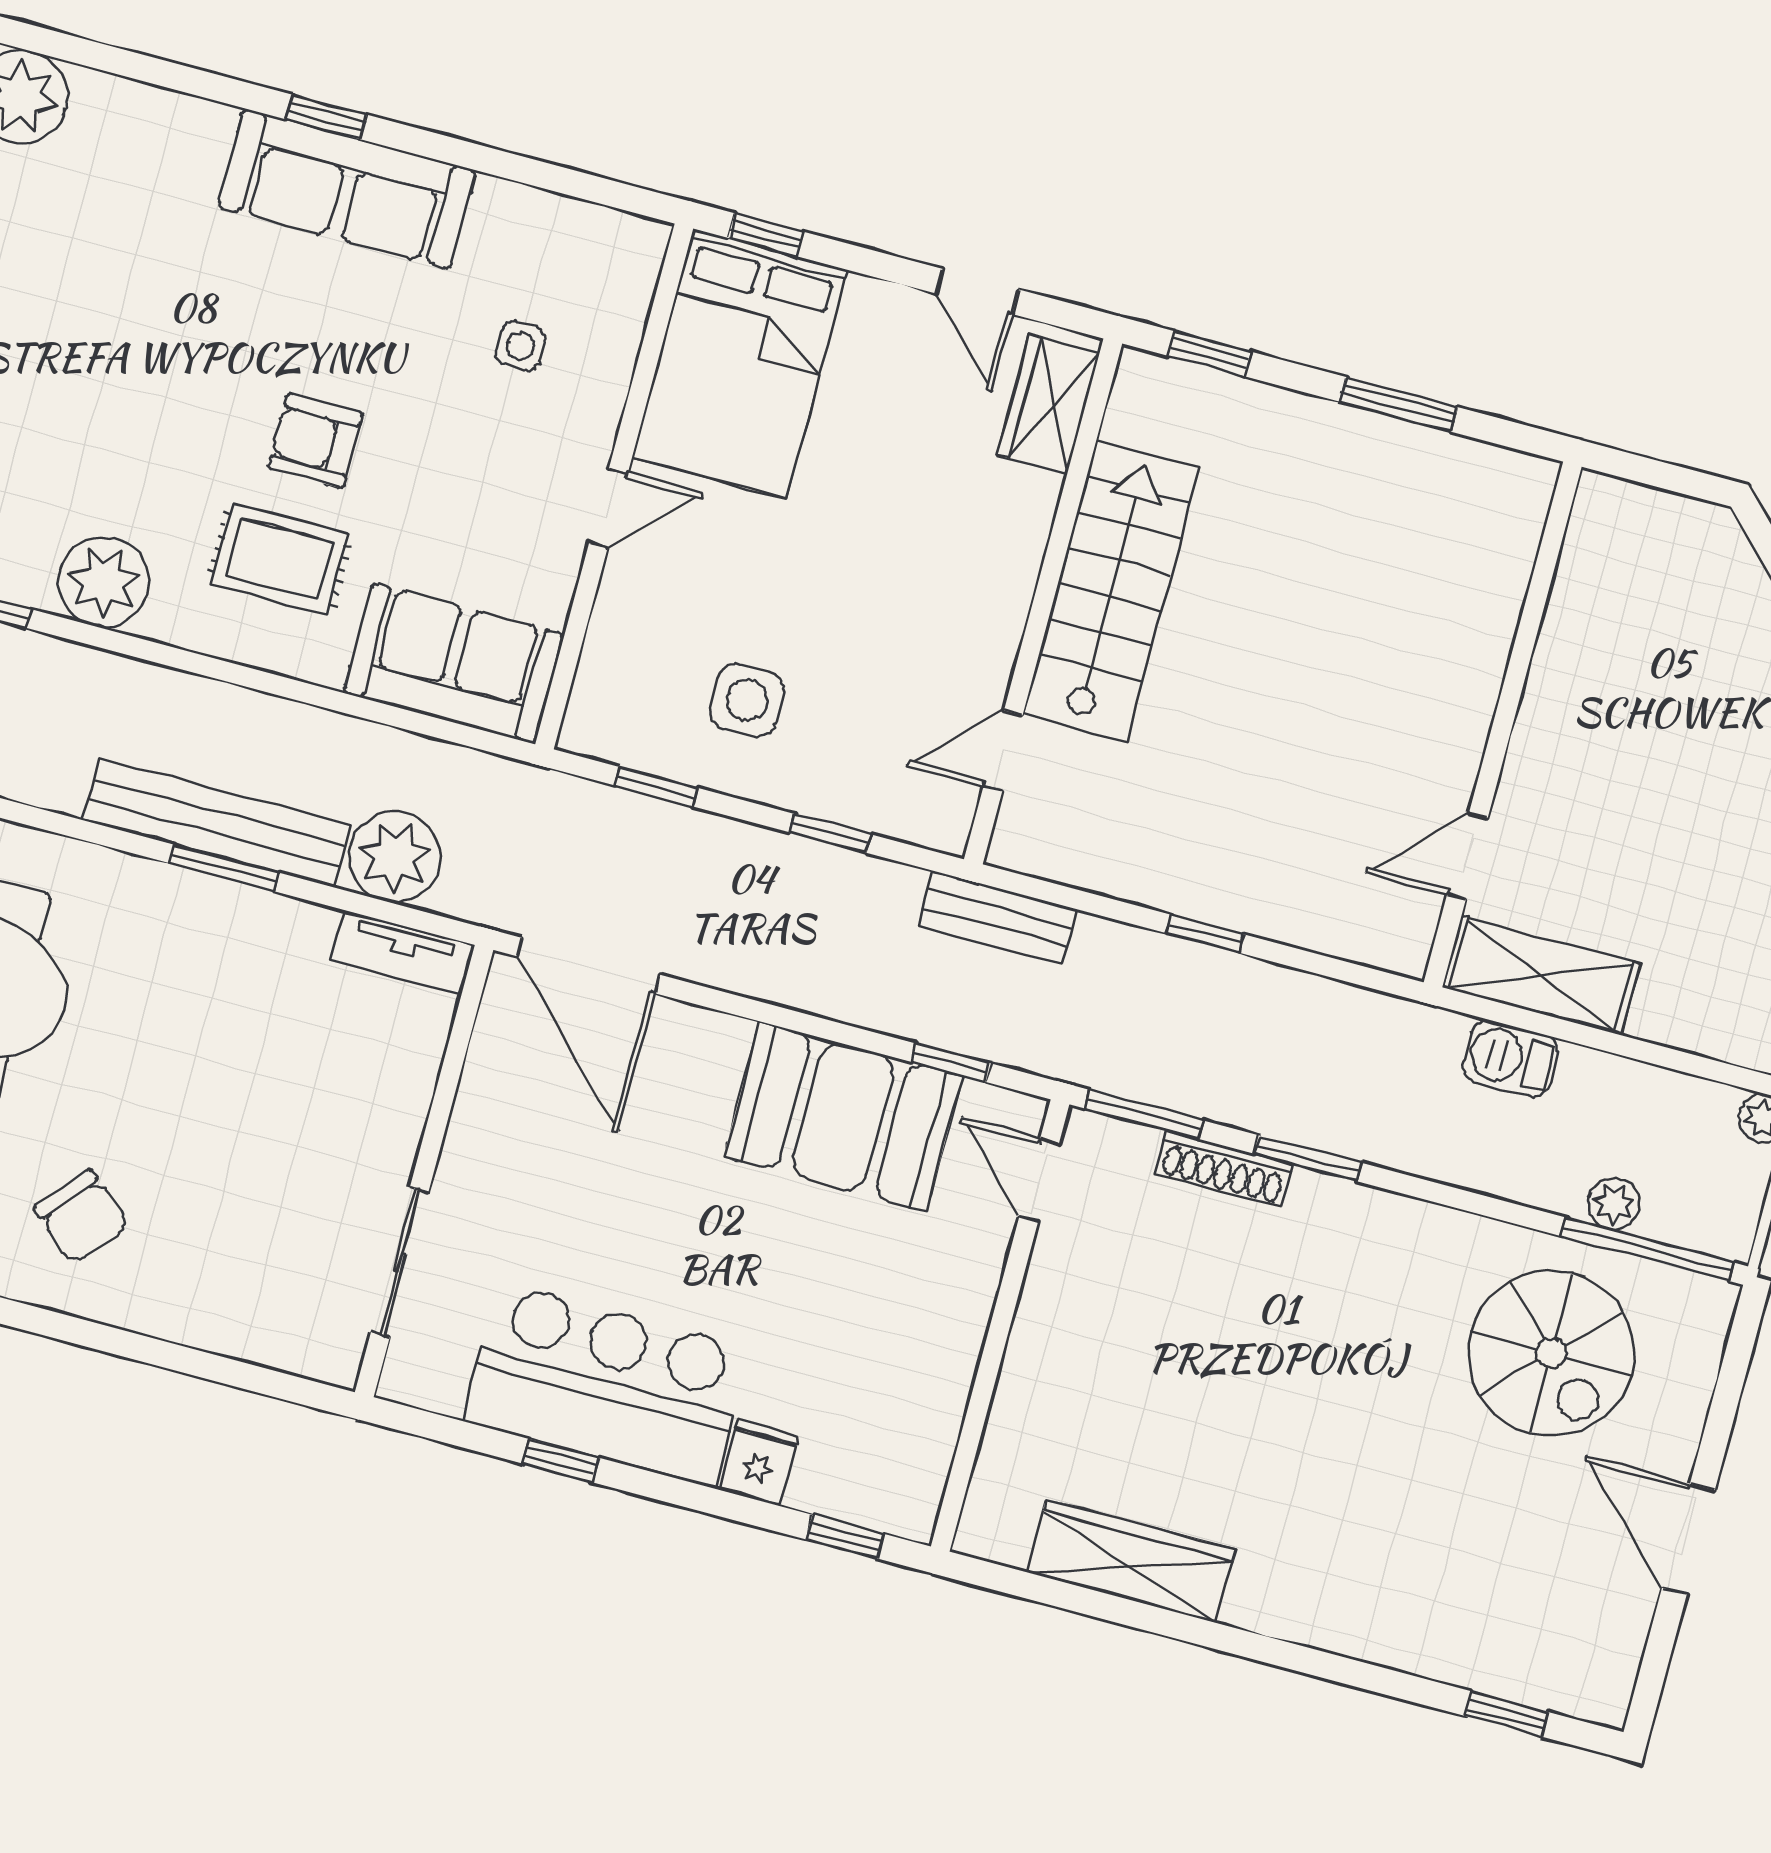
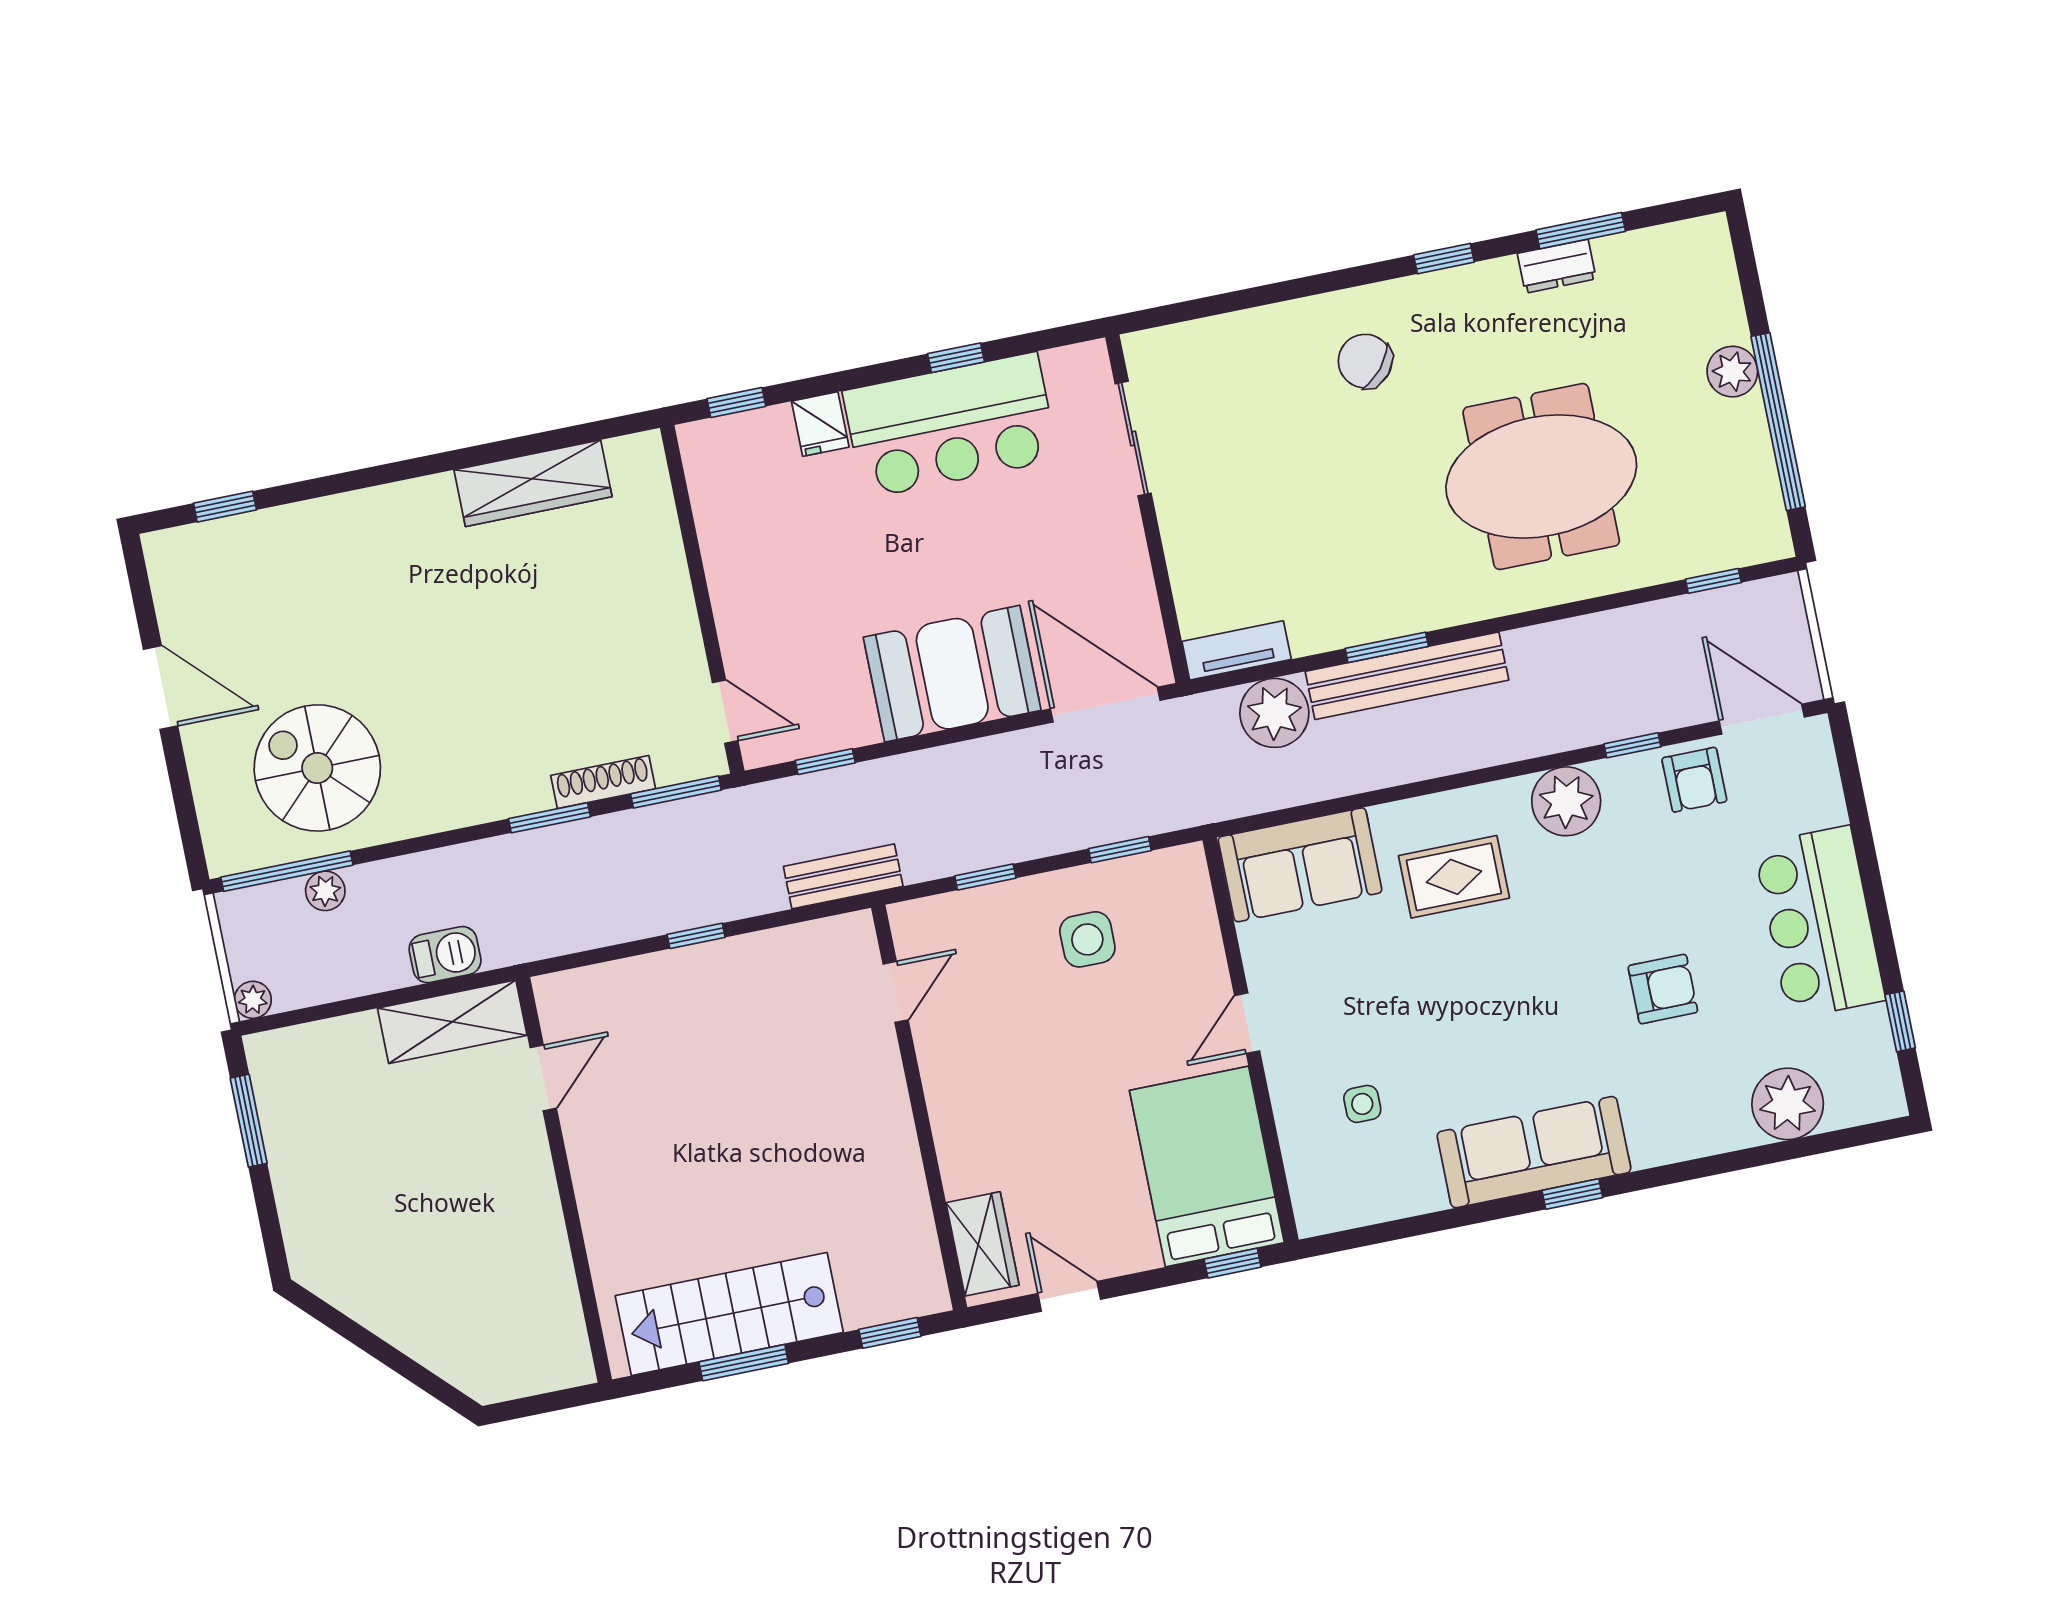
armchair: (315, 441) -> (1663, 989), moved
stairs: (1111, 591) -> (729, 1314), moved, turned 90
booth: (843, 1117) -> (952, 674), moved

